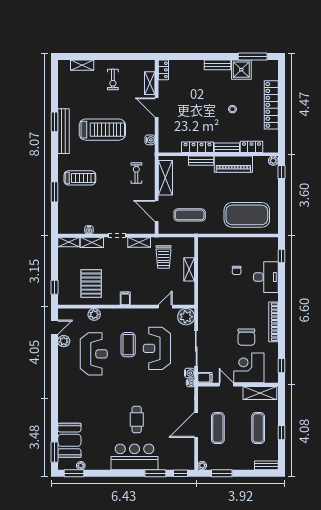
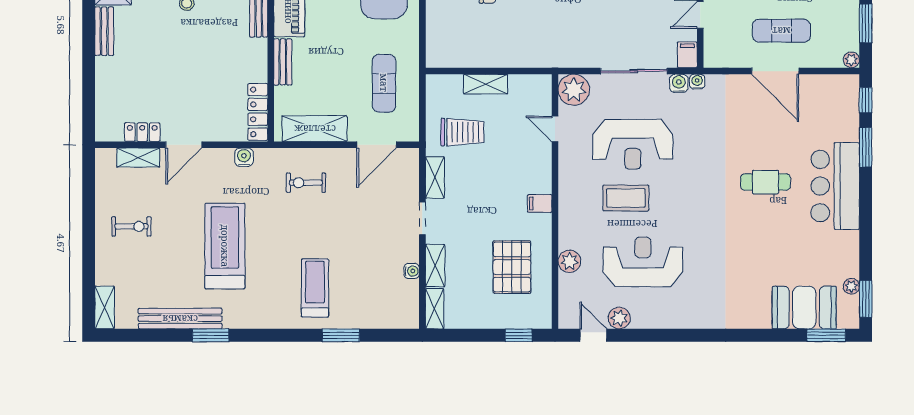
shelving: (82, 65) -> (105, 308), moved
locker: (163, 70) -> (142, 132), moved
bench: (63, 131) -> (180, 319), moved
locker: (197, 147) -> (258, 112), moved
pallet: (91, 284) -> (512, 267), turned 90

